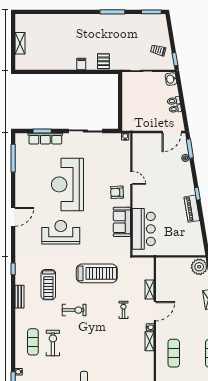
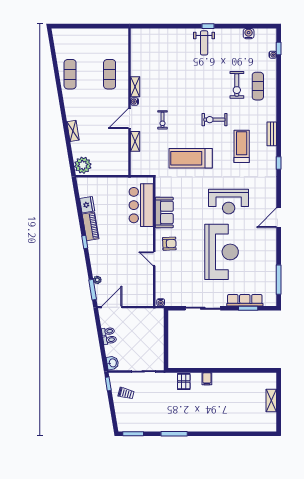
fridge: (195, 229) -> (87, 205), added

